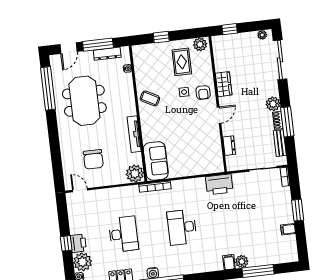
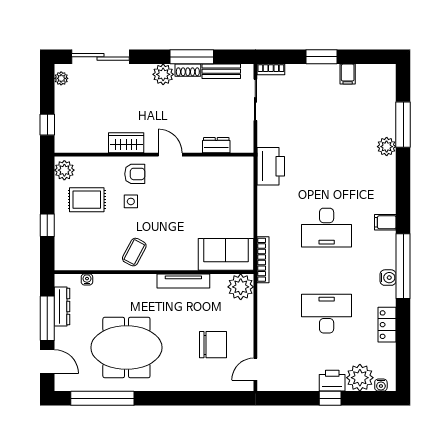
filing cabinet: (229, 262) -> (385, 222), moved

